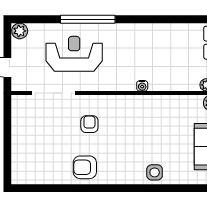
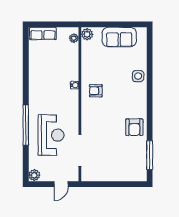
reception desk: (74, 54) -> (51, 135), turned 180
armchair: (89, 124) -> (96, 91), moved
window: (47, 188) -> (150, 155), added

